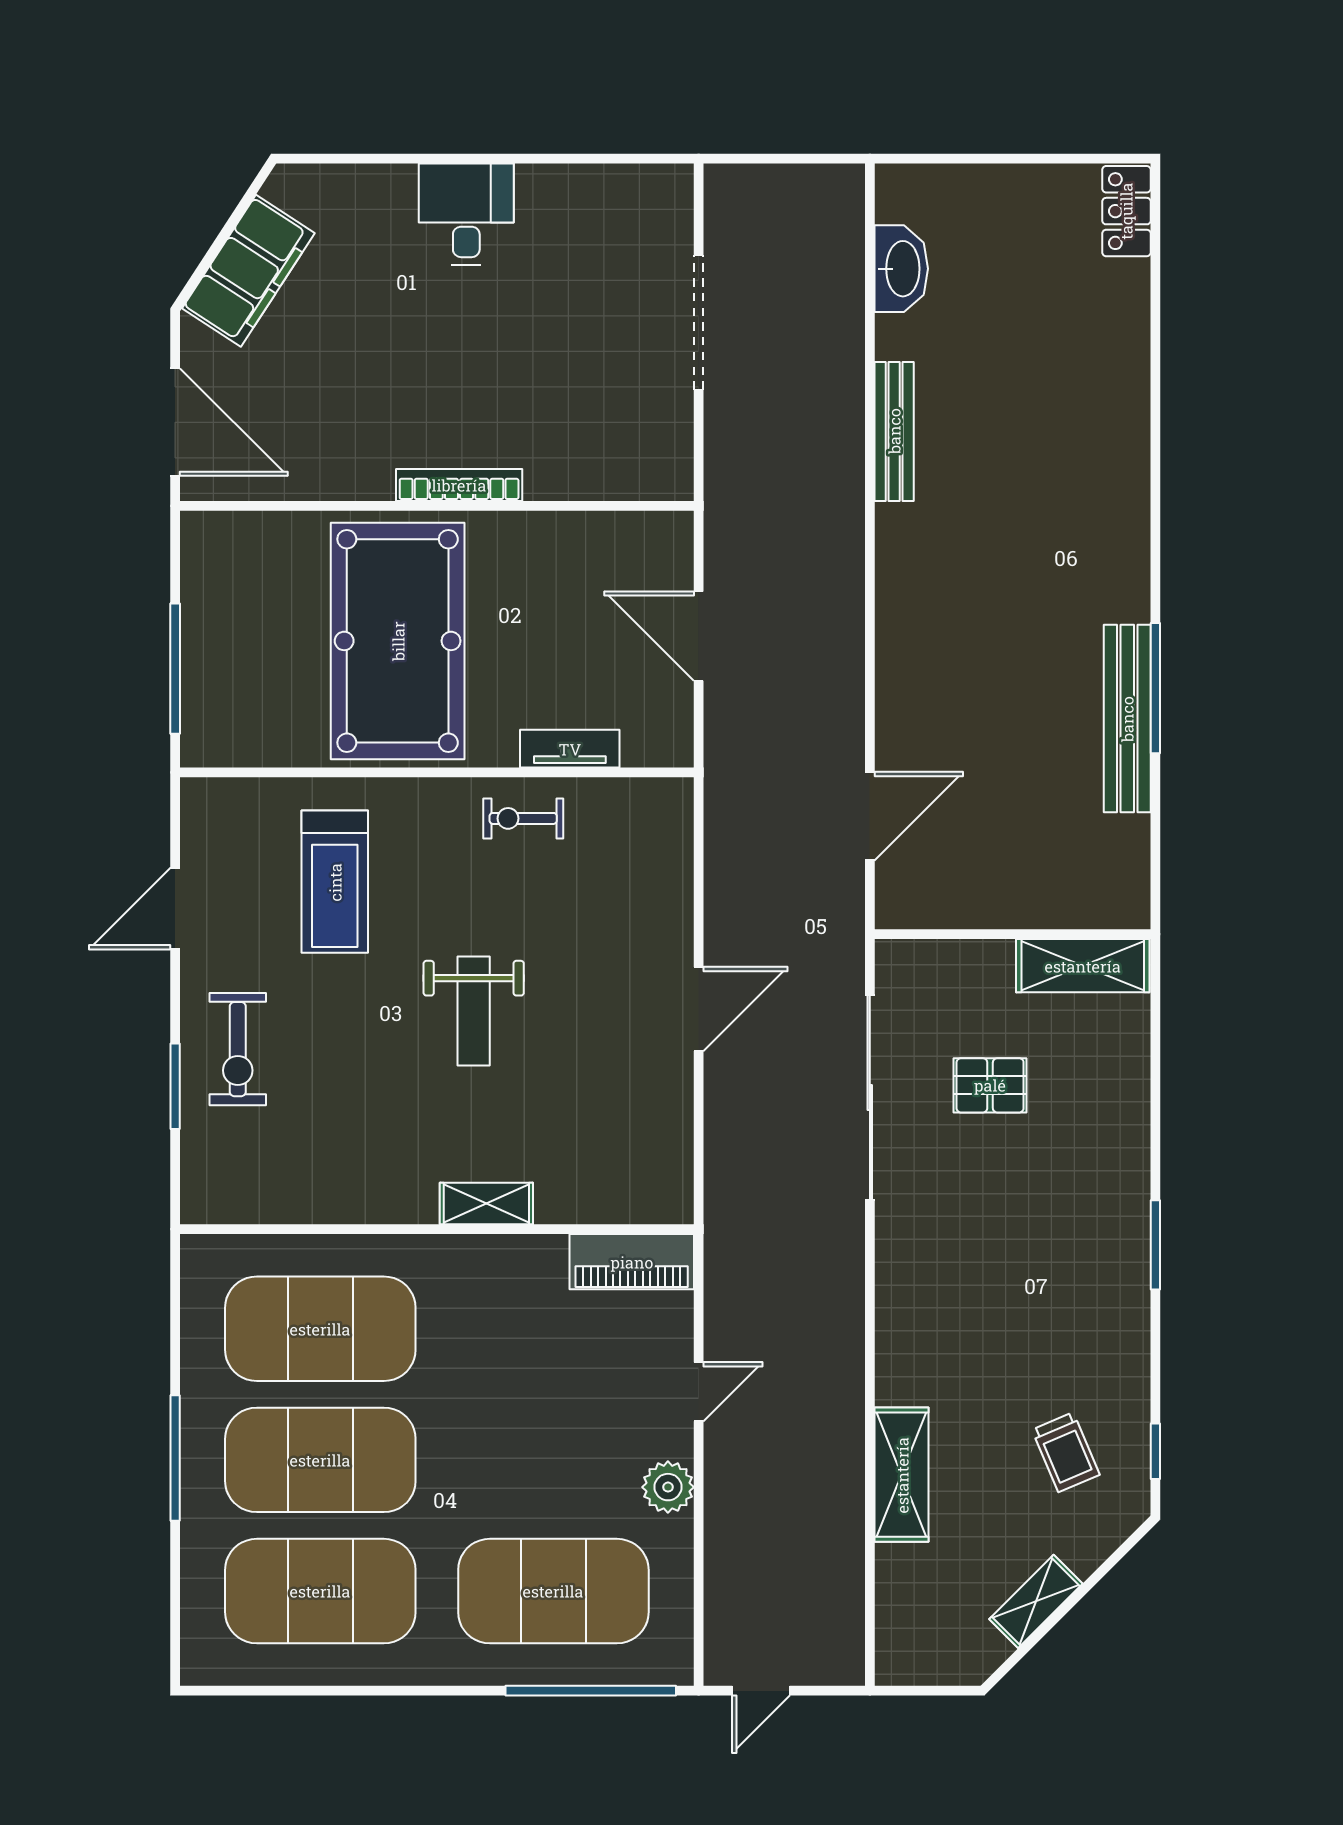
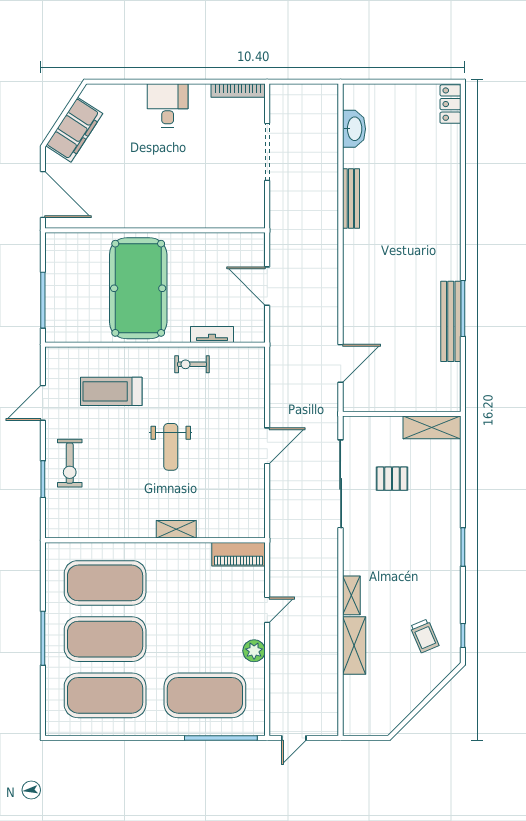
bookcase: (459, 485) -> (238, 91), moved, turned 180
treadmill: (335, 882) -> (111, 391), turned 90
shelving: (1036, 1601) -> (351, 595), moved, turned -45

